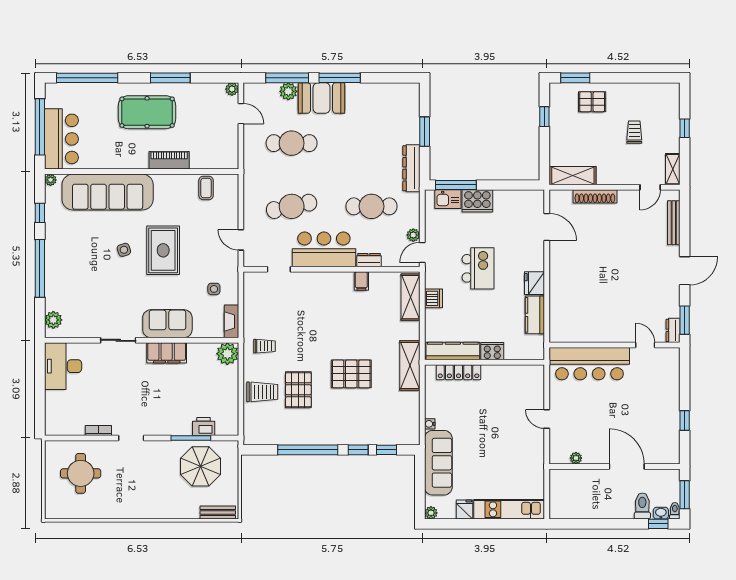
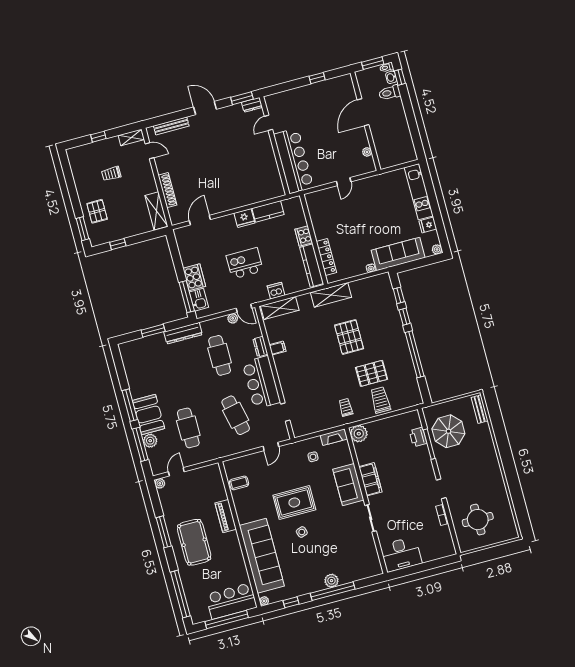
plant: (53, 320) -> (331, 581), moved

